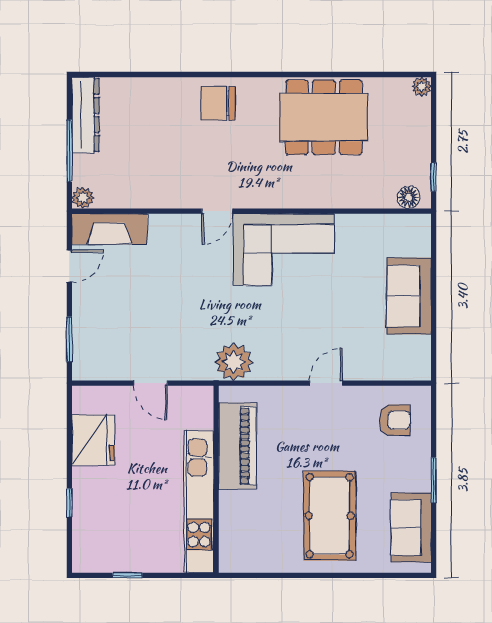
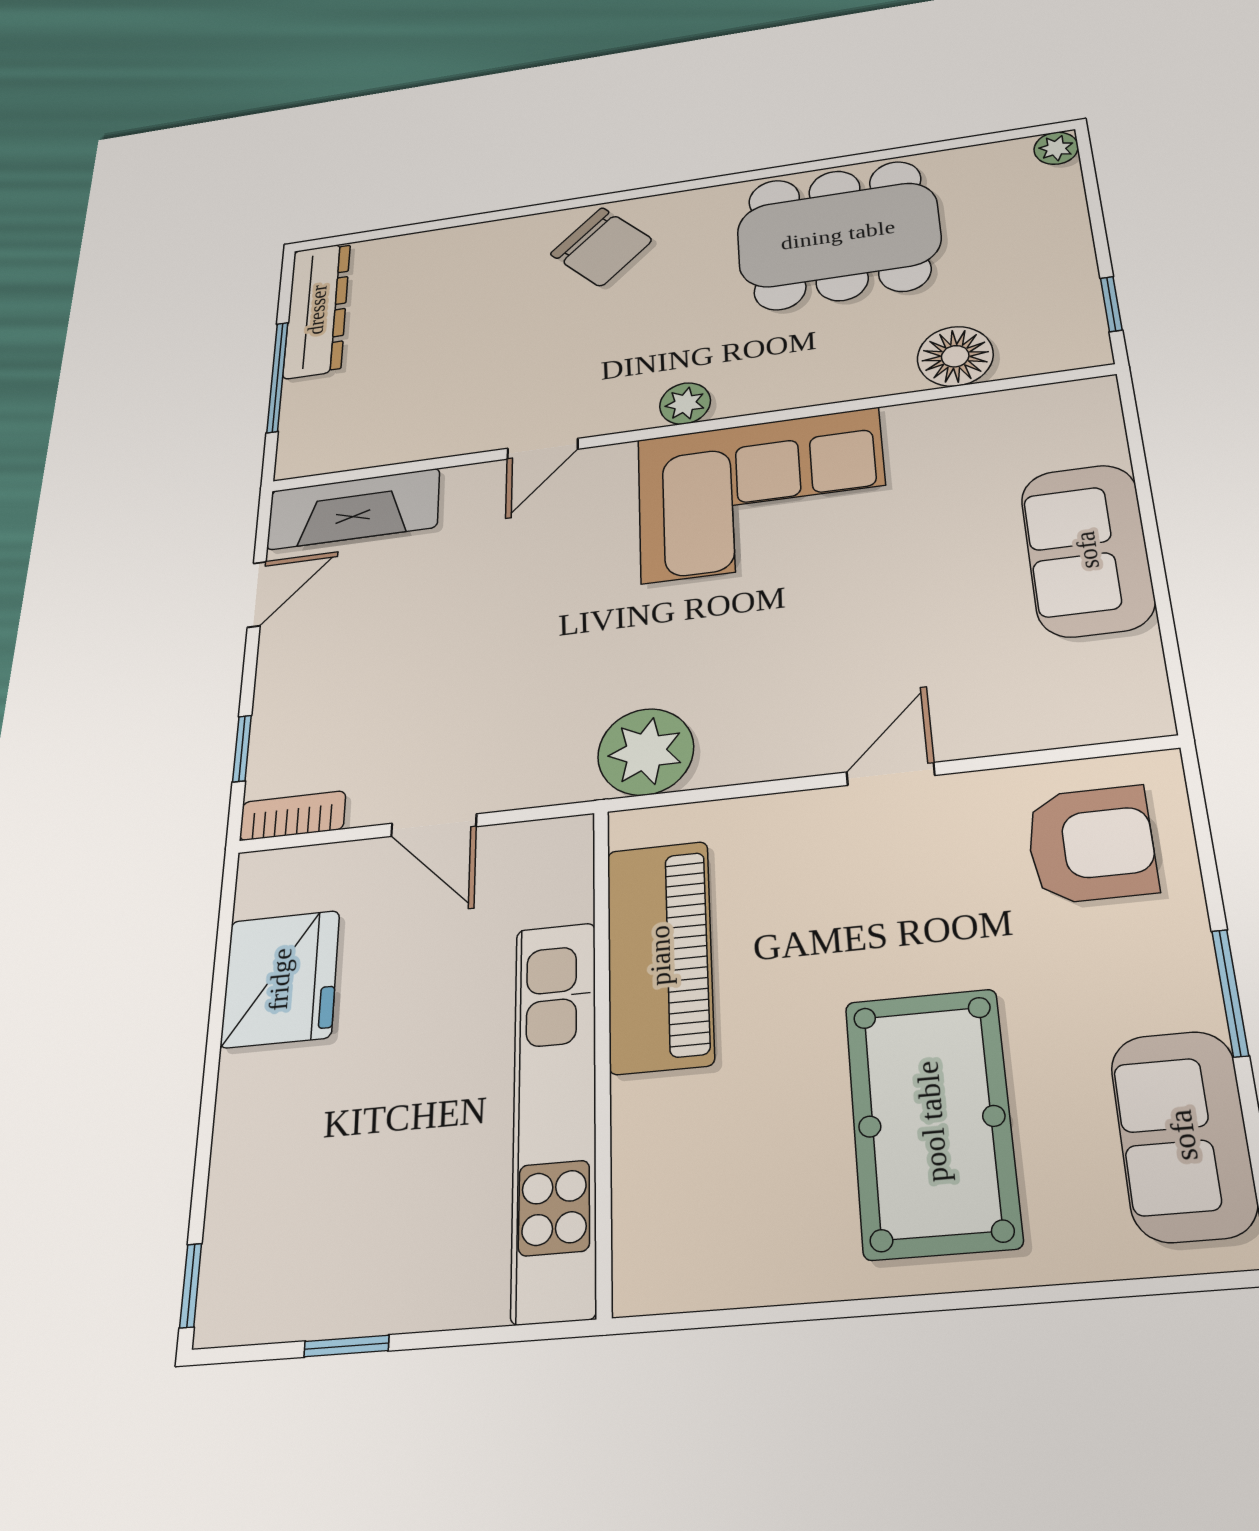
chair: (218, 103) -> (601, 247), turned -134
floor lamp: (409, 197) -> (955, 356), moved, width x1.38, depth x1.38
plant: (83, 198) -> (685, 403), moved
door: (217, 211) -> (543, 449), moved
window: (69, 339) -> (242, 748), width x0.67
bookcase: (93, 372) -> (293, 816), added
armchair: (395, 420) -> (1091, 844), width x1.38, depth x1.38
window: (69, 503) -> (191, 1286), moved

